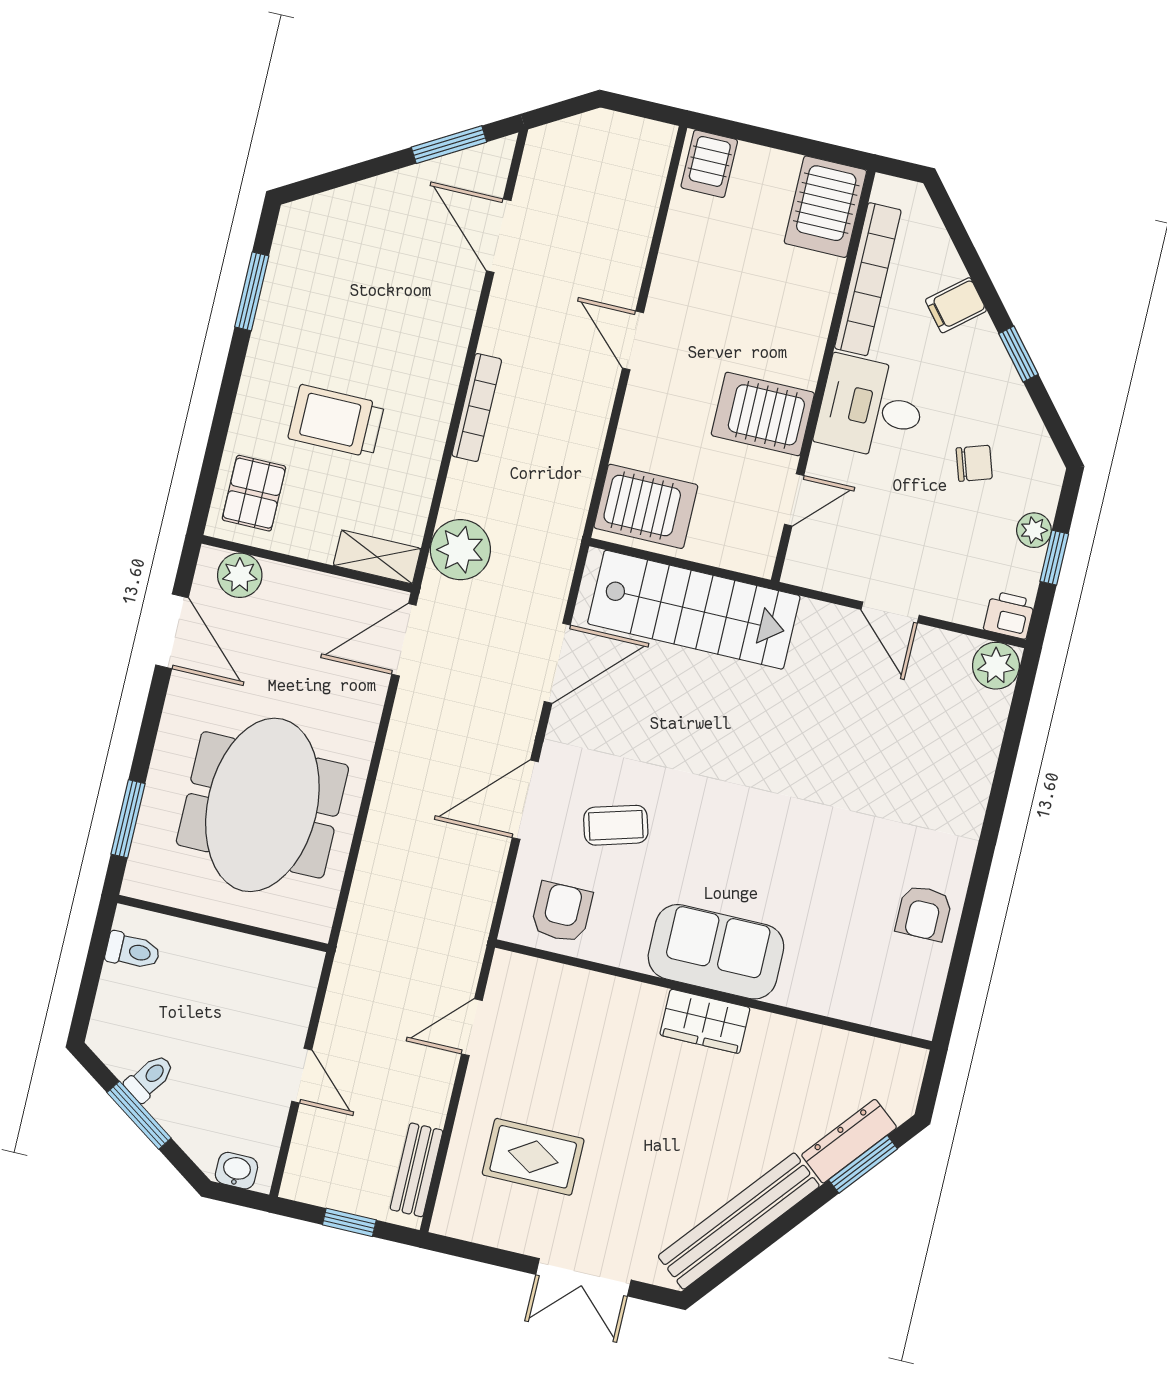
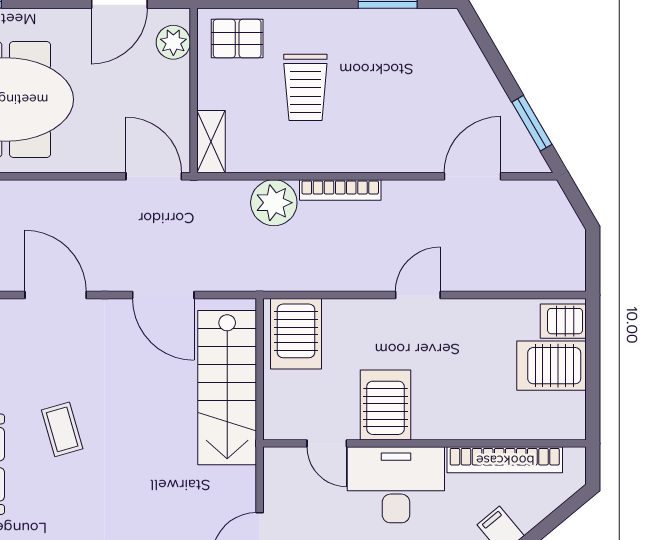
server rack: (825, 207) -> (551, 366), moved
desk: (871, 408) -> (396, 485), width x1.37
trolley: (336, 421) -> (305, 87), turned 180
plant: (460, 550) -> (274, 203), moved
coffee table: (616, 825) -> (62, 429), moved

